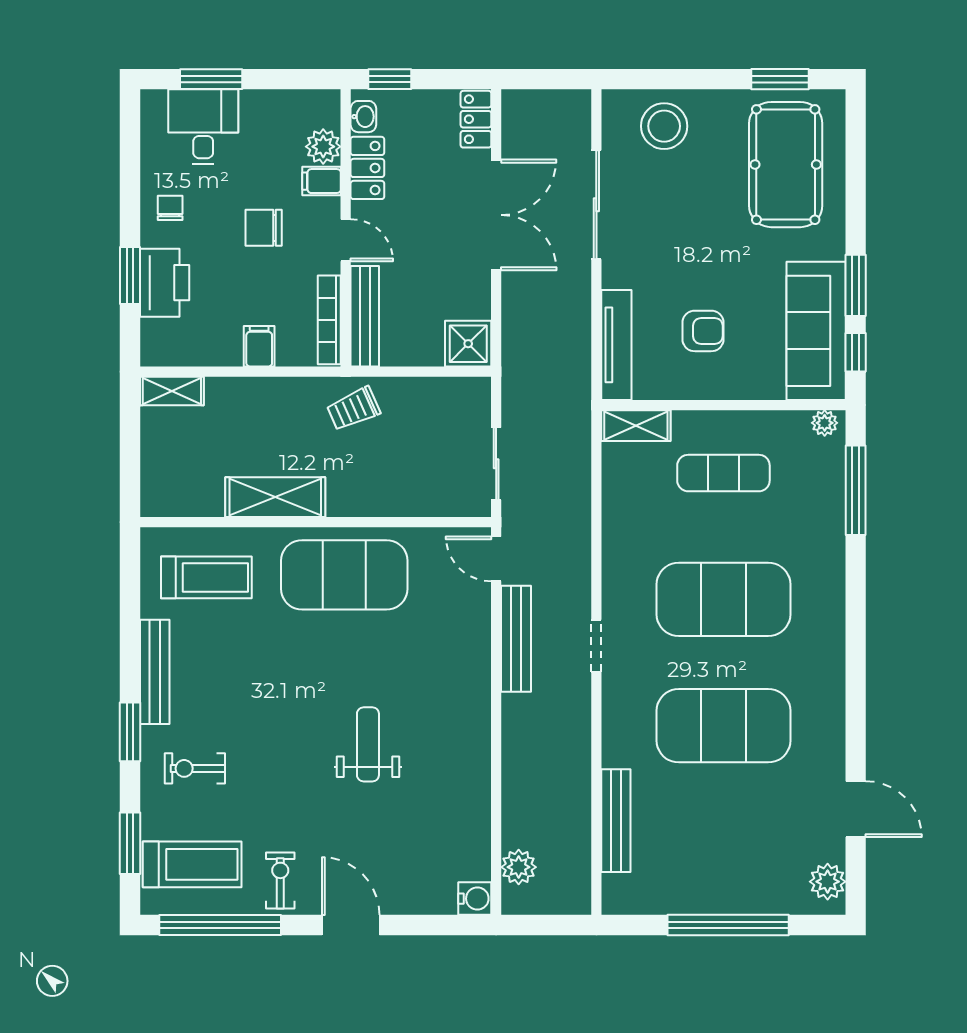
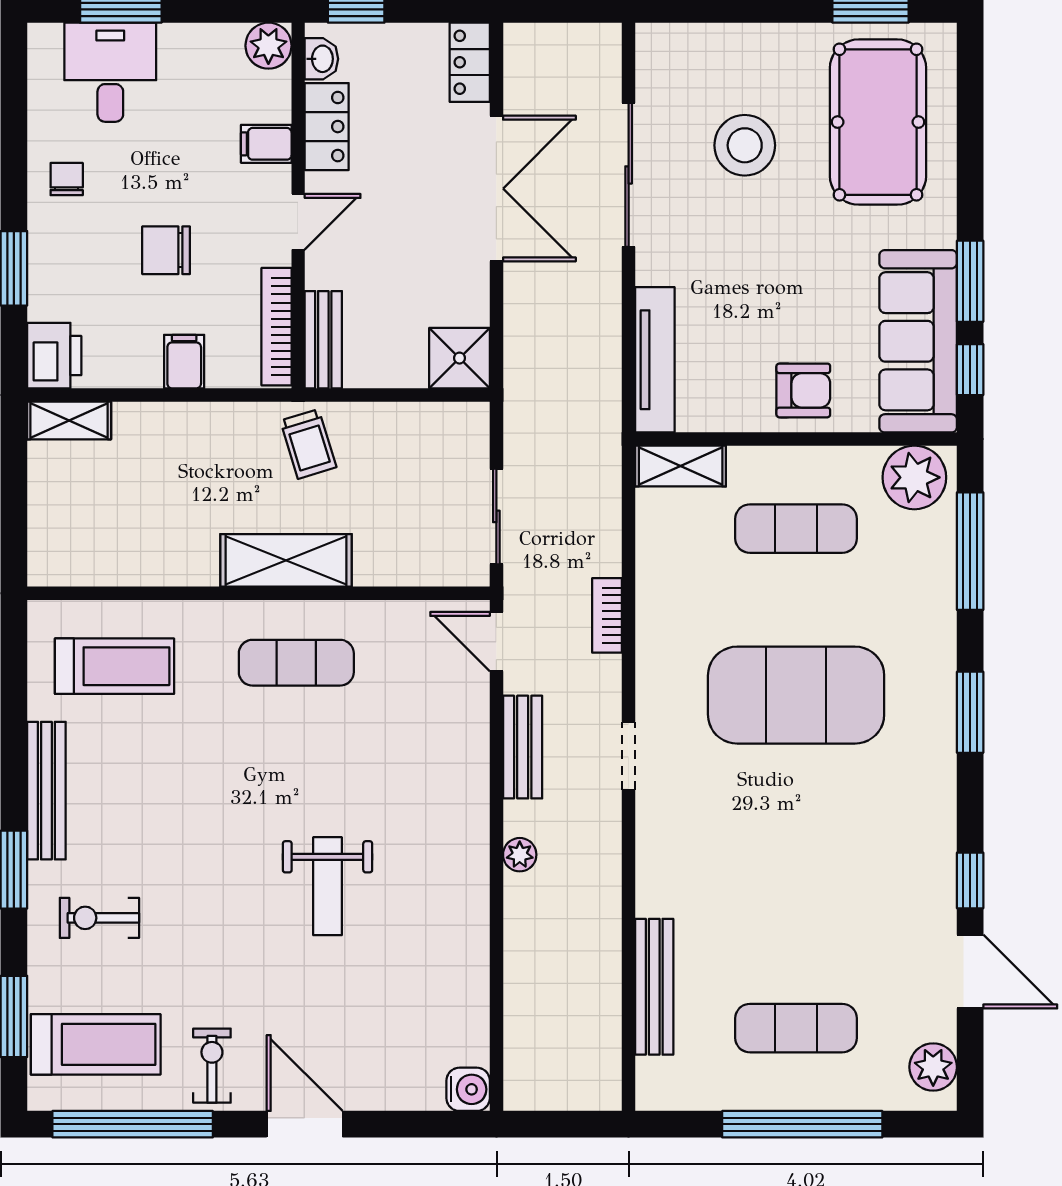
stool: (664, 126) -> (745, 145), moved
plant: (323, 147) -> (268, 46), moved
chair: (264, 228) -> (166, 250), moved
door: (346, 240) -> (298, 222), hinge flipped
printer: (165, 283) -> (54, 356), moved, width x0.73, depth x0.84
bench: (365, 316) -> (323, 340), width x0.73
armchair: (703, 331) -> (803, 390), moved
trolley: (353, 409) -> (308, 444), turned -83
plant: (825, 423) -> (914, 477), width x1.88, depth x1.88
shelving: (275, 497) -> (286, 560), moved
bookcase: (580, 539) -> (607, 615), added
exercise mat: (344, 575) -> (296, 663), width x0.50, depth x0.69
window: (856, 612) -> (970, 712), added
bench: (516, 639) -> (523, 747), width x0.73
exercise mat: (723, 726) -> (796, 1028), moved, width x0.50, depth x0.69
window: (856, 740) -> (970, 880), added
weight bench: (368, 744) -> (327, 886), turned 180
plant: (519, 867) -> (520, 855), moved, width x0.73, depth x0.73

